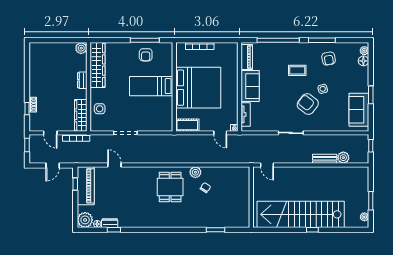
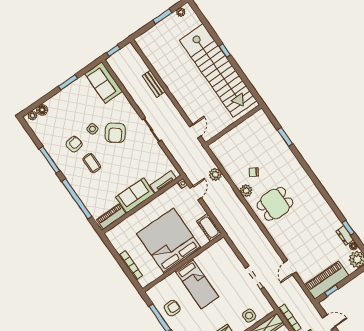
armchair: (329, 59) -> (74, 144), moved
sofa: (359, 110) -> (104, 83), moved, turned 90
plant: (343, 158) -> (215, 174), moved

